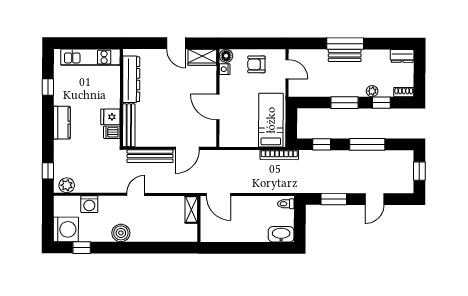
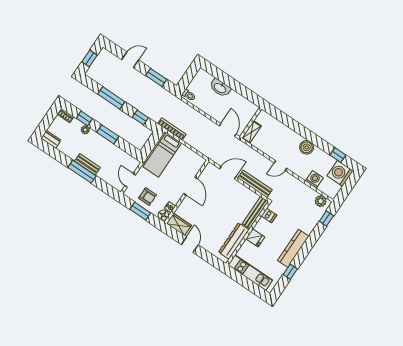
window: (254, 43) -> (140, 211), added
fridge: (110, 117) -> (255, 238), moved
kitchen counter: (62, 123) -> (293, 248), width x1.50
washbasin: (281, 234) -> (220, 88), moved

